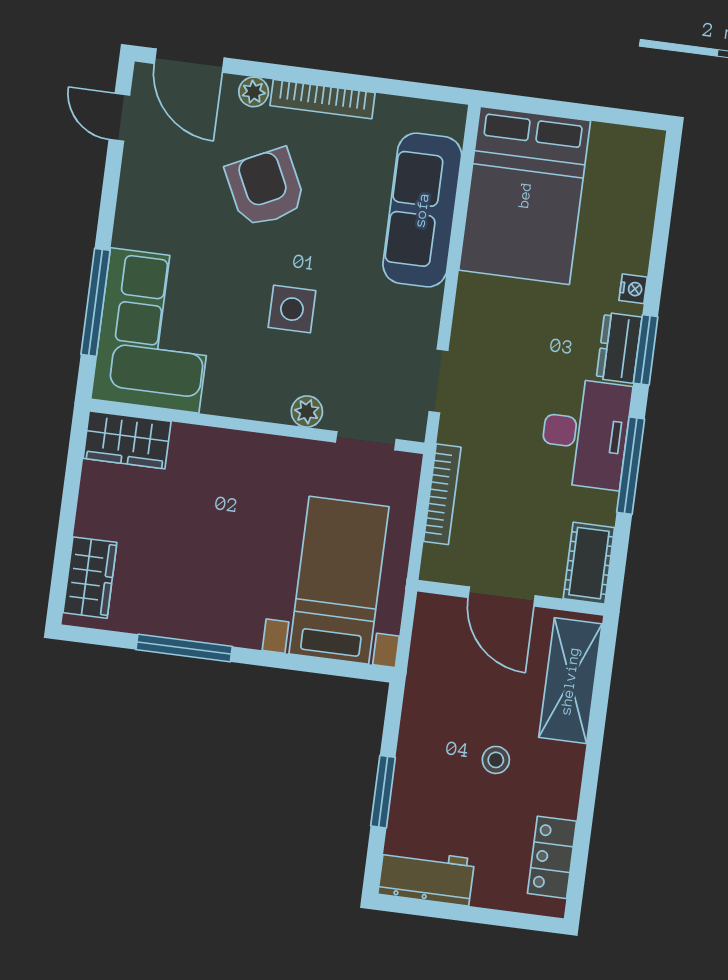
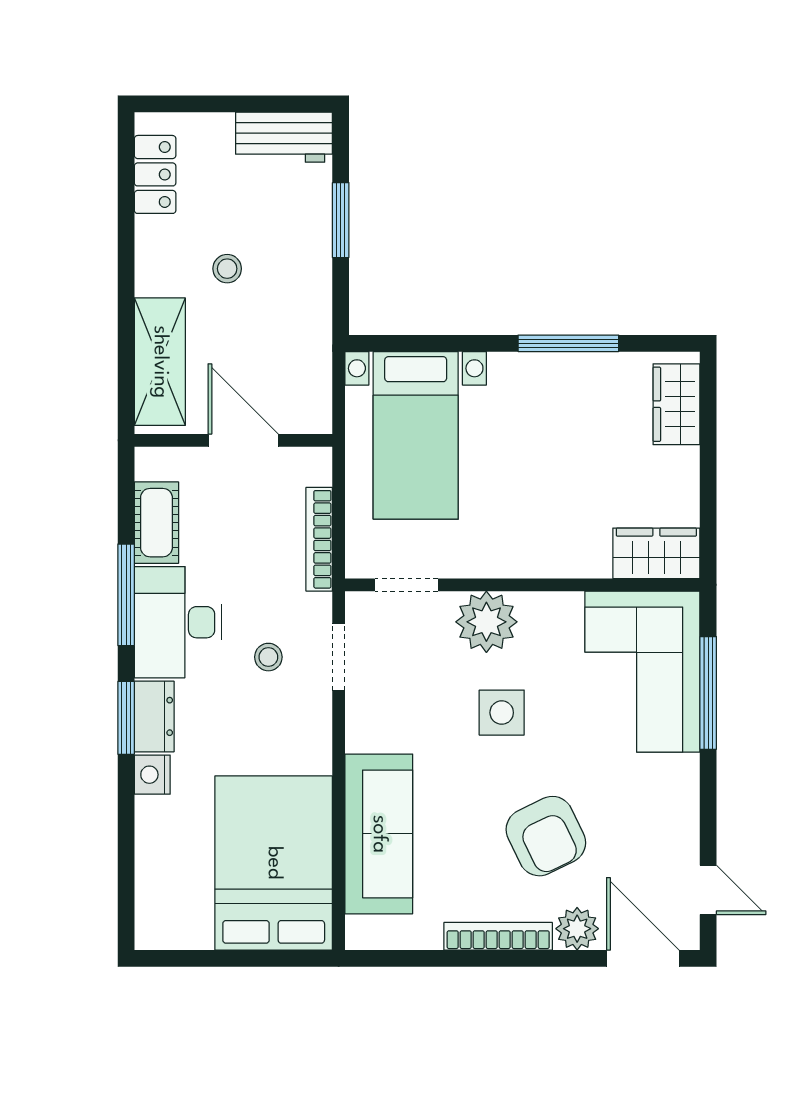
plant: (254, 92) -> (577, 929), width x1.38, depth x1.38
nightstand: (633, 289) -> (152, 775), width x1.39, depth x1.35
stool: (504, 390) -> (268, 657), added
plant: (307, 412) -> (486, 622), width x1.88, depth x1.88
cot: (589, 563) -> (156, 523), moved

